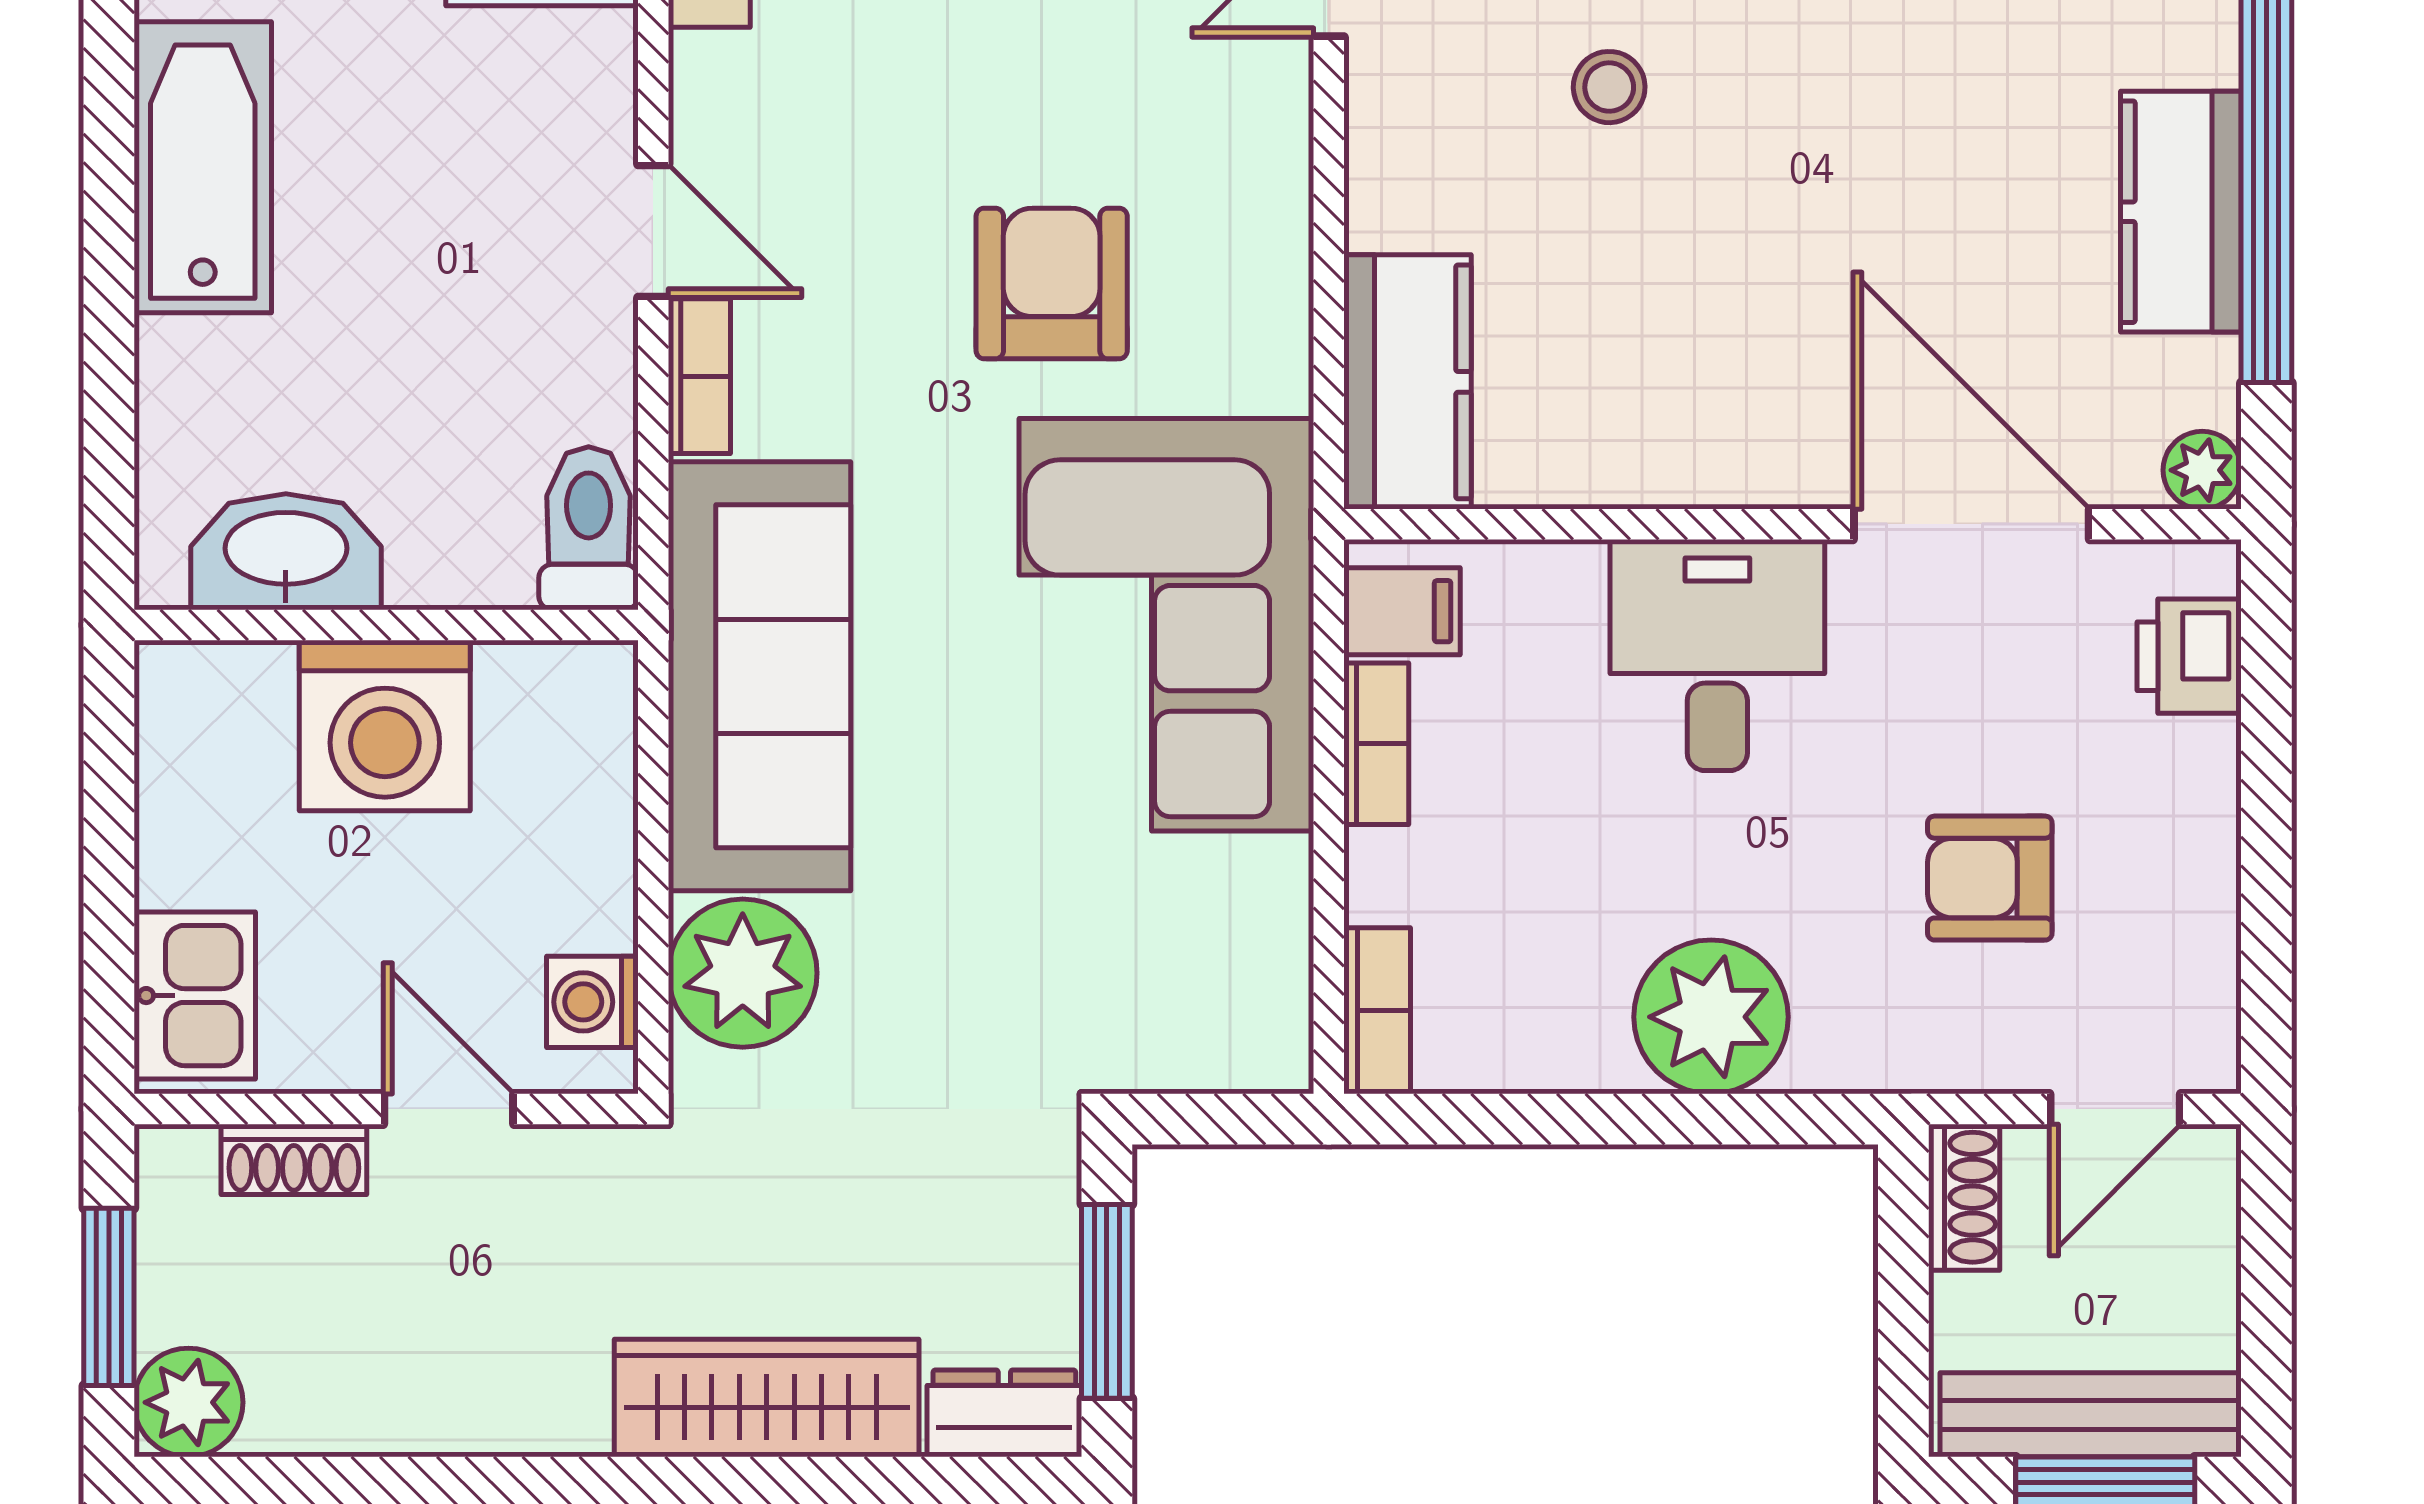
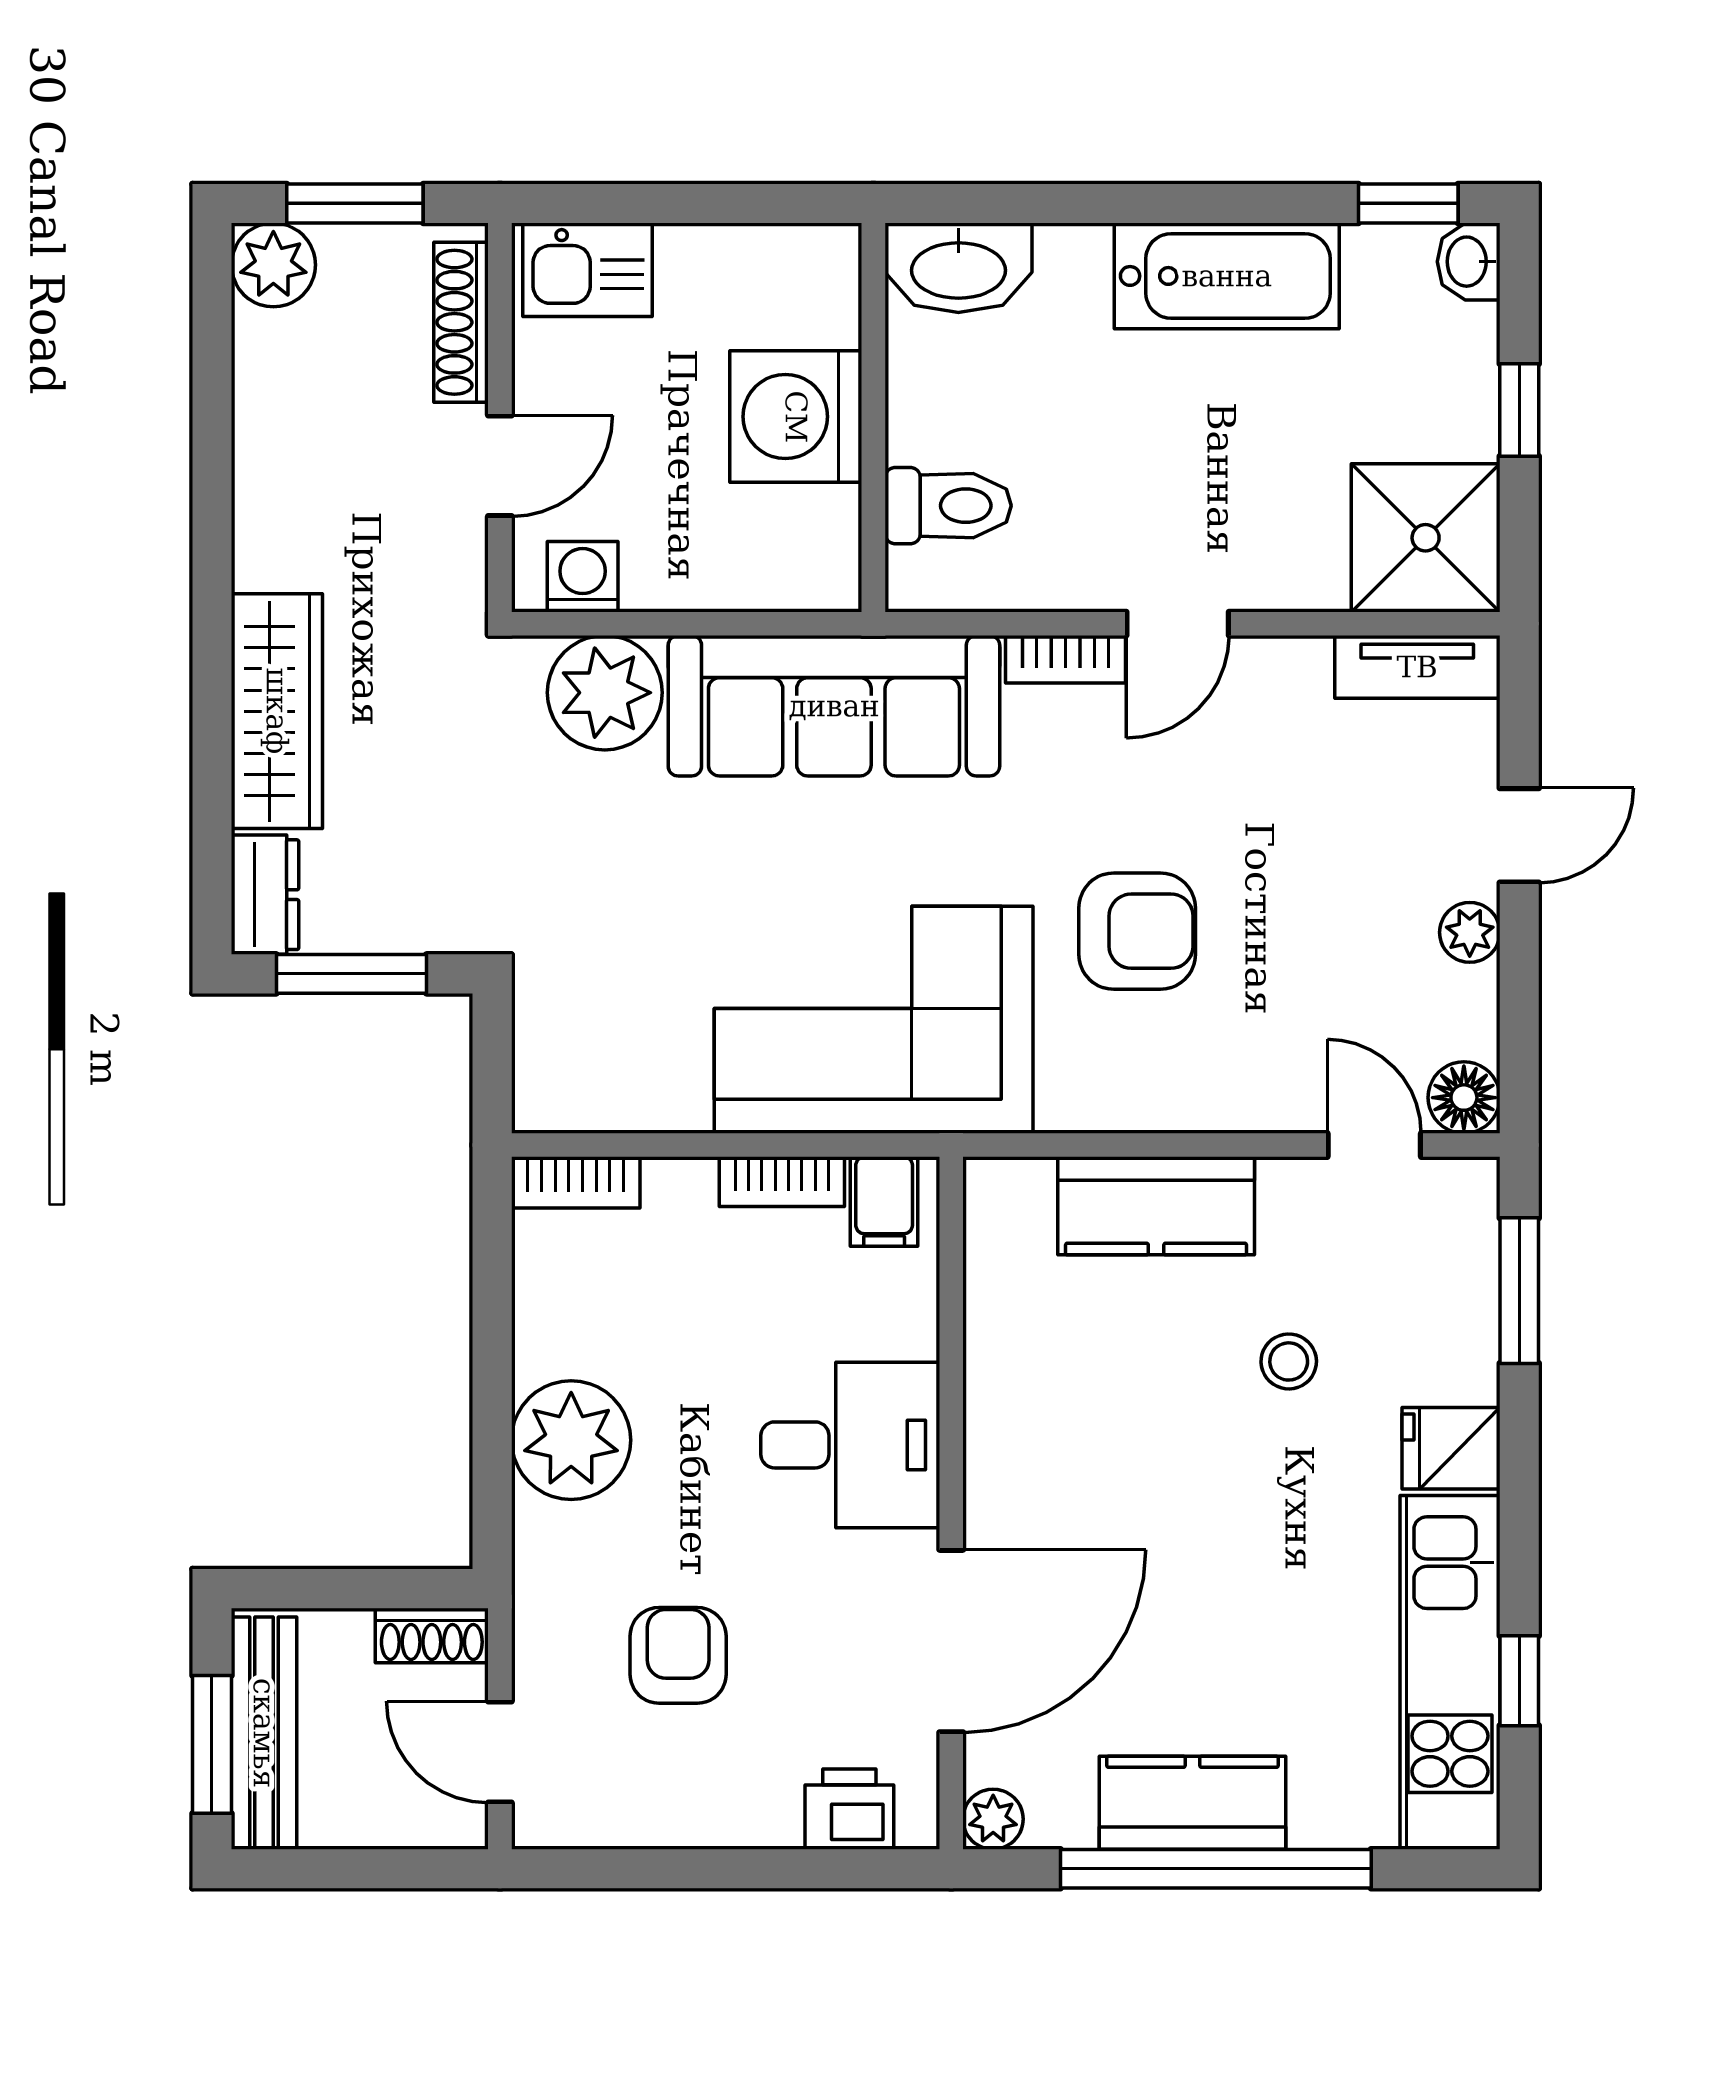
kitchen counter: (1407, 382) -> (1156, 1206), moved
toilet: (589, 528) -> (948, 506), moved
washbasin: (286, 552) -> (958, 268), moved, turned 90
shoe rack: (294, 1159) -> (461, 322), width x1.43

